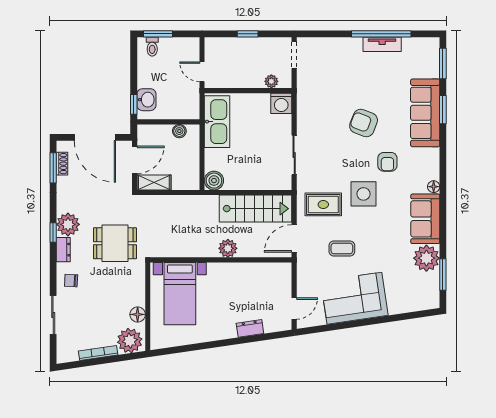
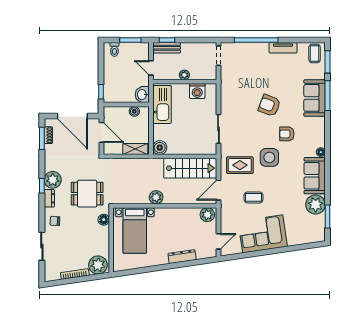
window: (158, 34) -> (130, 40), moved
window: (248, 34) -> (167, 40), moved
window: (381, 34) -> (256, 40), moved
bench: (223, 44) -> (167, 48), added
coffee table: (425, 52) -> (315, 53), added
plant: (271, 81) -> (184, 75), moved
washbasin: (146, 100) -> (142, 95), moved, turned 180
washing machine: (281, 103) -> (197, 91), moved
window: (443, 110) -> (328, 96), width x1.44
sofa: (425, 113) -> (315, 98), width x0.73
door: (135, 160) -> (102, 132), hinge flipped
armchair: (387, 162) -> (287, 134), turned 90
shelving: (154, 182) -> (135, 149), moved
plant: (228, 248) -> (156, 197), moved
plant: (279, 272) -> (207, 215), added
floor lamp: (138, 314) -> (104, 220), moved
dresser: (250, 328) -> (182, 257), width x1.44

